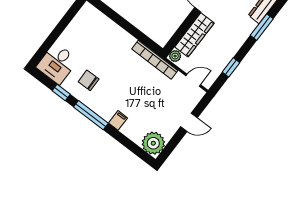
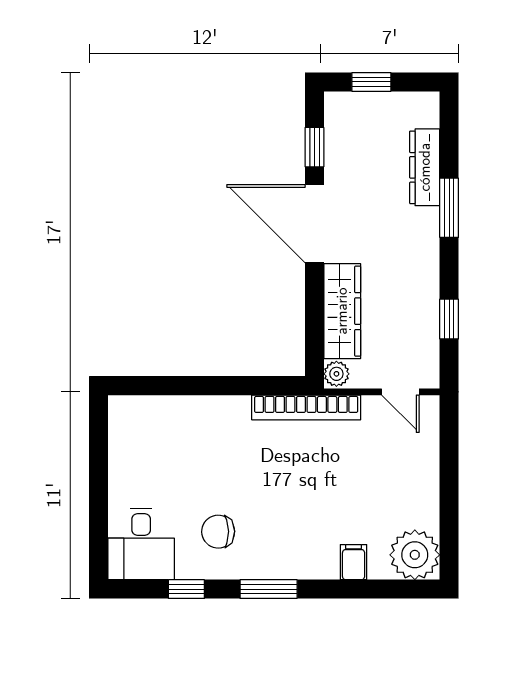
door: (193, 80) -> (400, 392), swing flipped
window: (91, 115) -> (269, 589), width x0.69
filing cabinet: (118, 120) -> (354, 562), moved
door: (189, 122) -> (449, 470), removed

